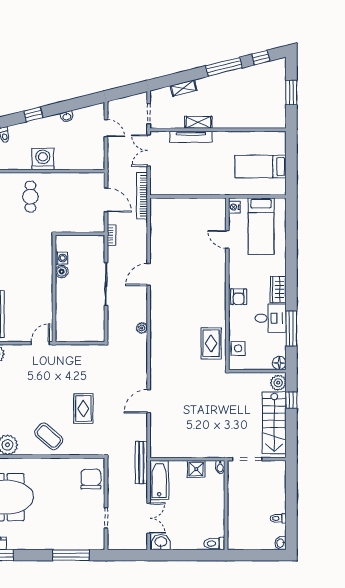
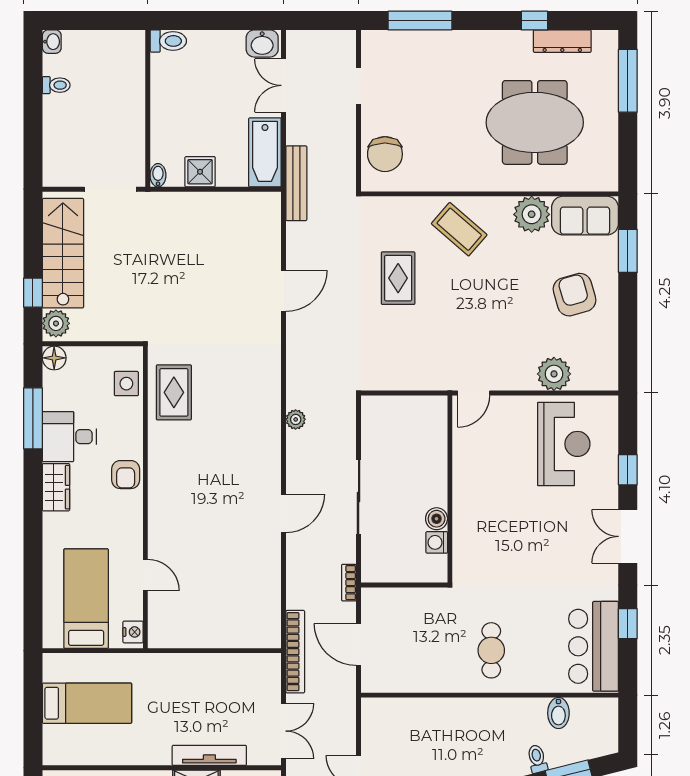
washing machine: (43, 159) -> (469, 717), removed
armchair: (239, 297) -> (126, 475), turned 180

